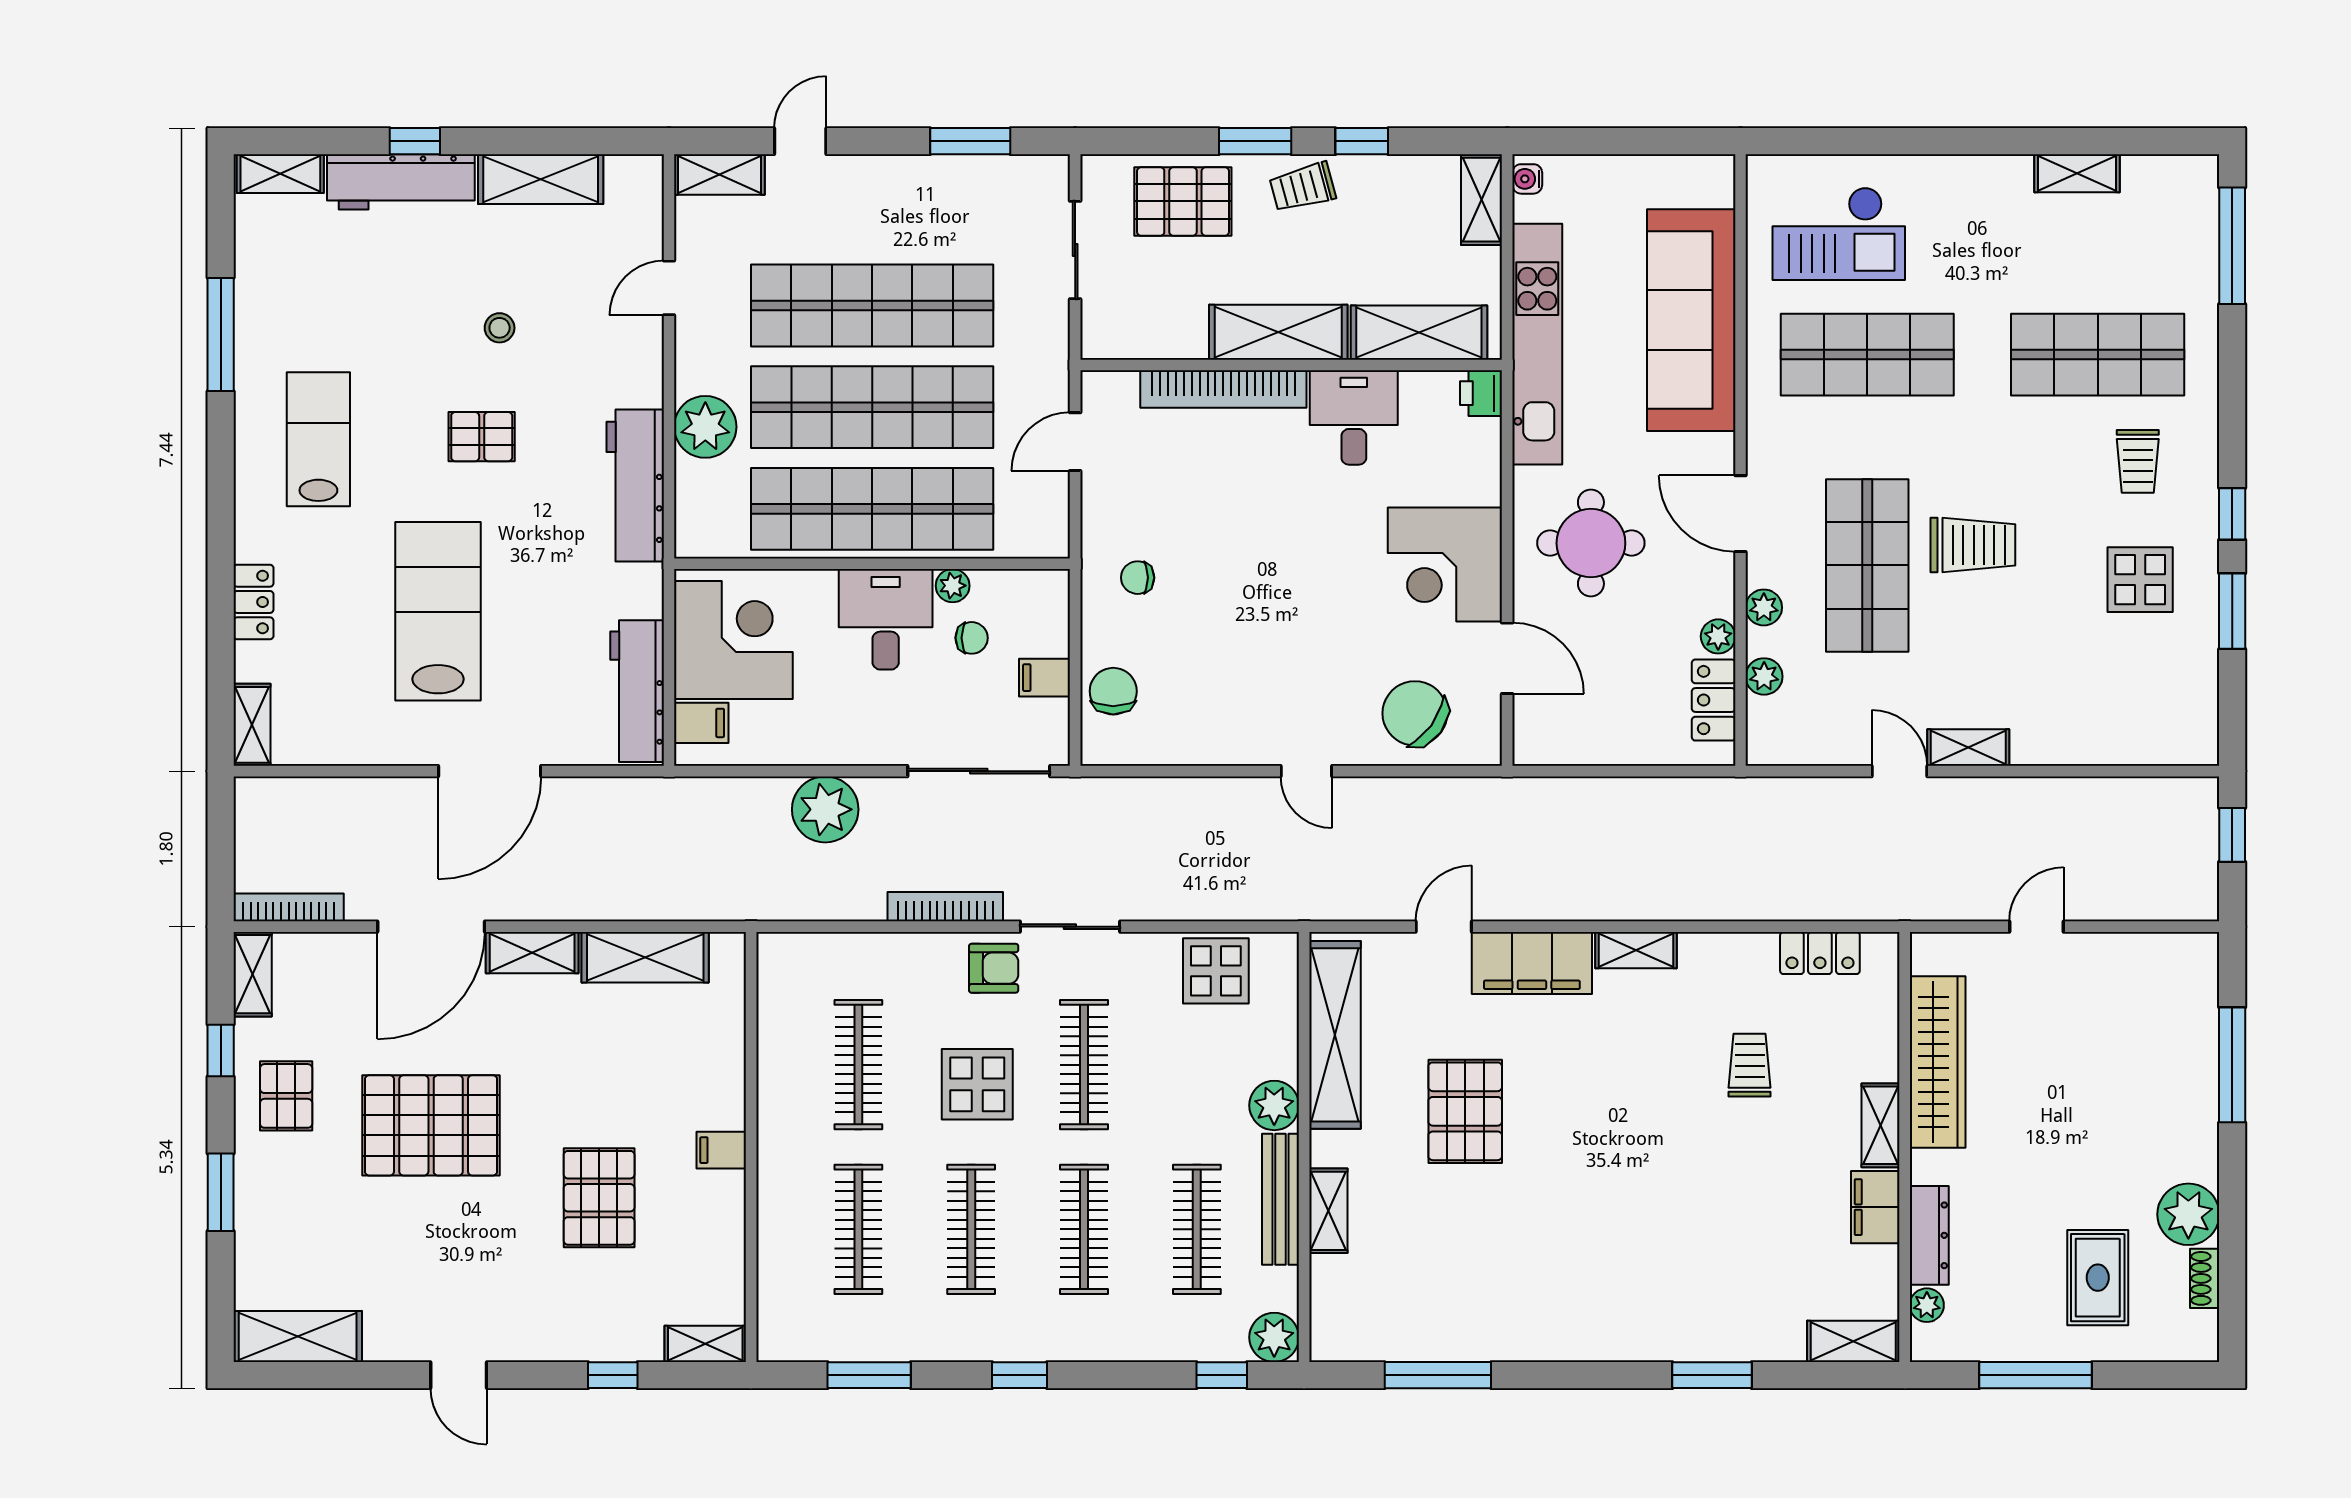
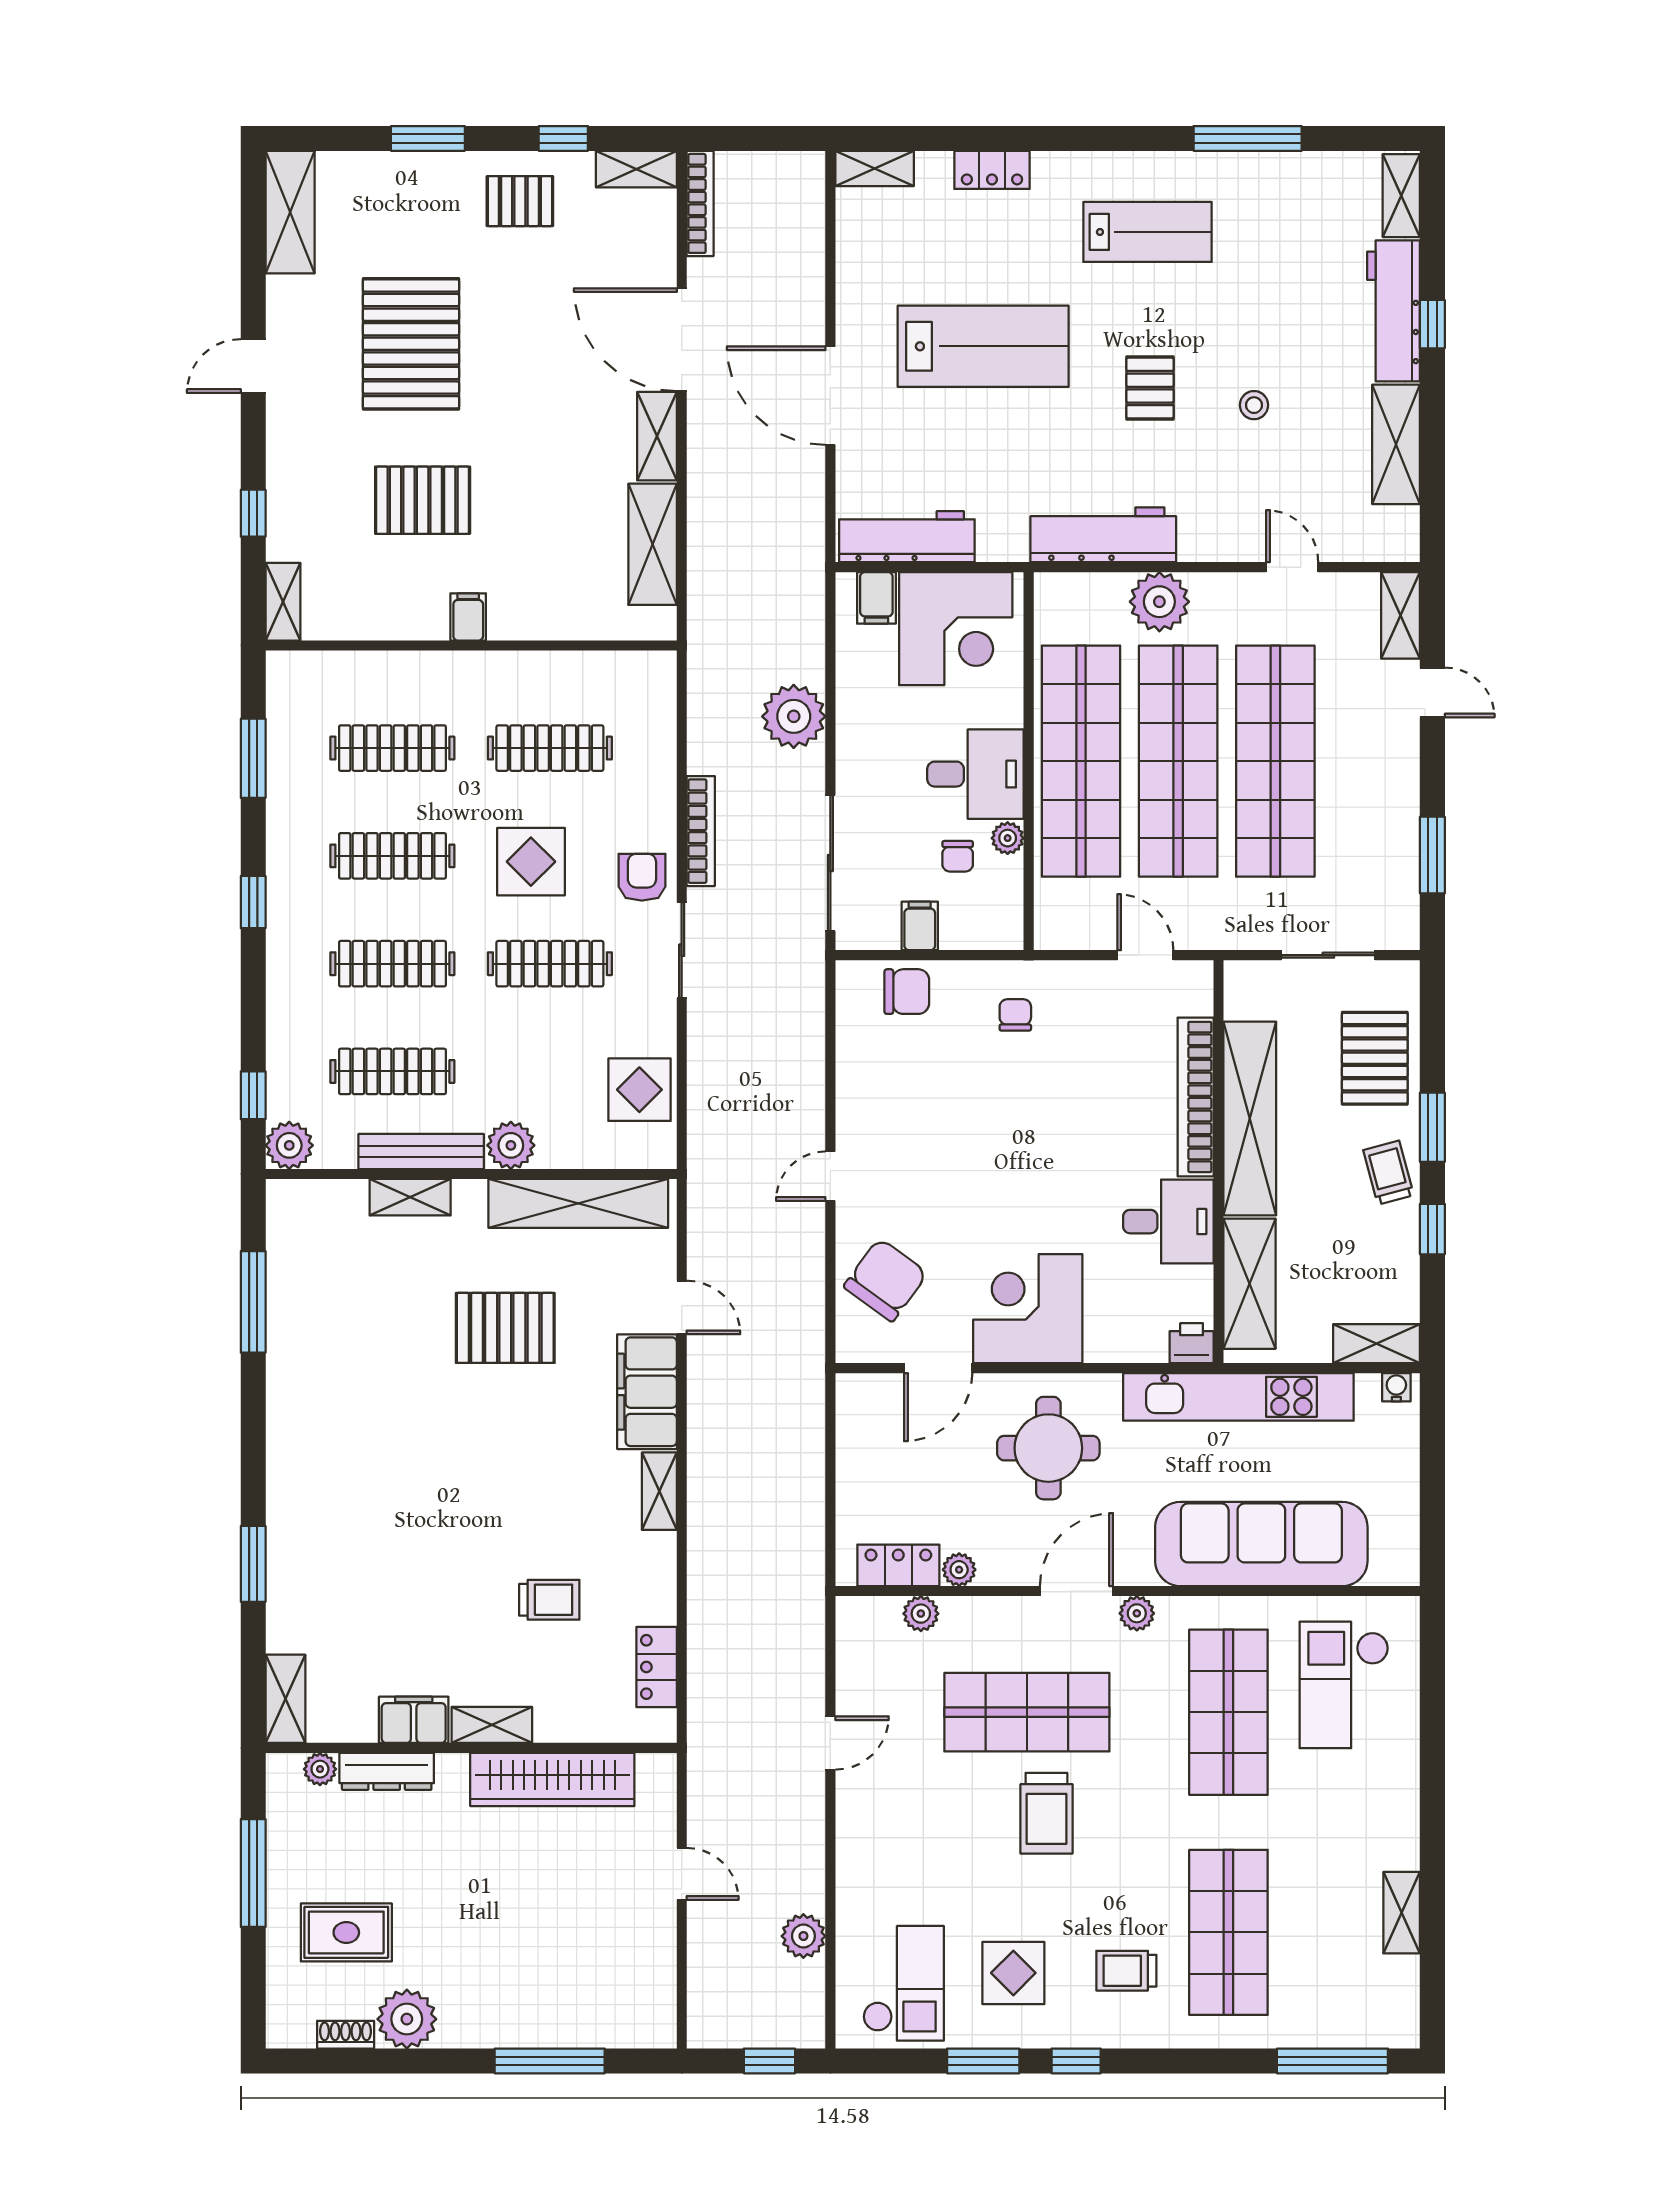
shelving: (1278, 332) -> (1250, 1119), width x1.47
plant: (1764, 607) -> (1137, 1613), moved
checkout: (2151, 695) -> (903, 1983), added
shelving: (1968, 748) -> (853, 1809), removed
plant: (2101, 799) -> (803, 1936), added
armchair: (994, 968) -> (642, 877), turned 180
pallet: (431, 1125) -> (411, 344), moved

